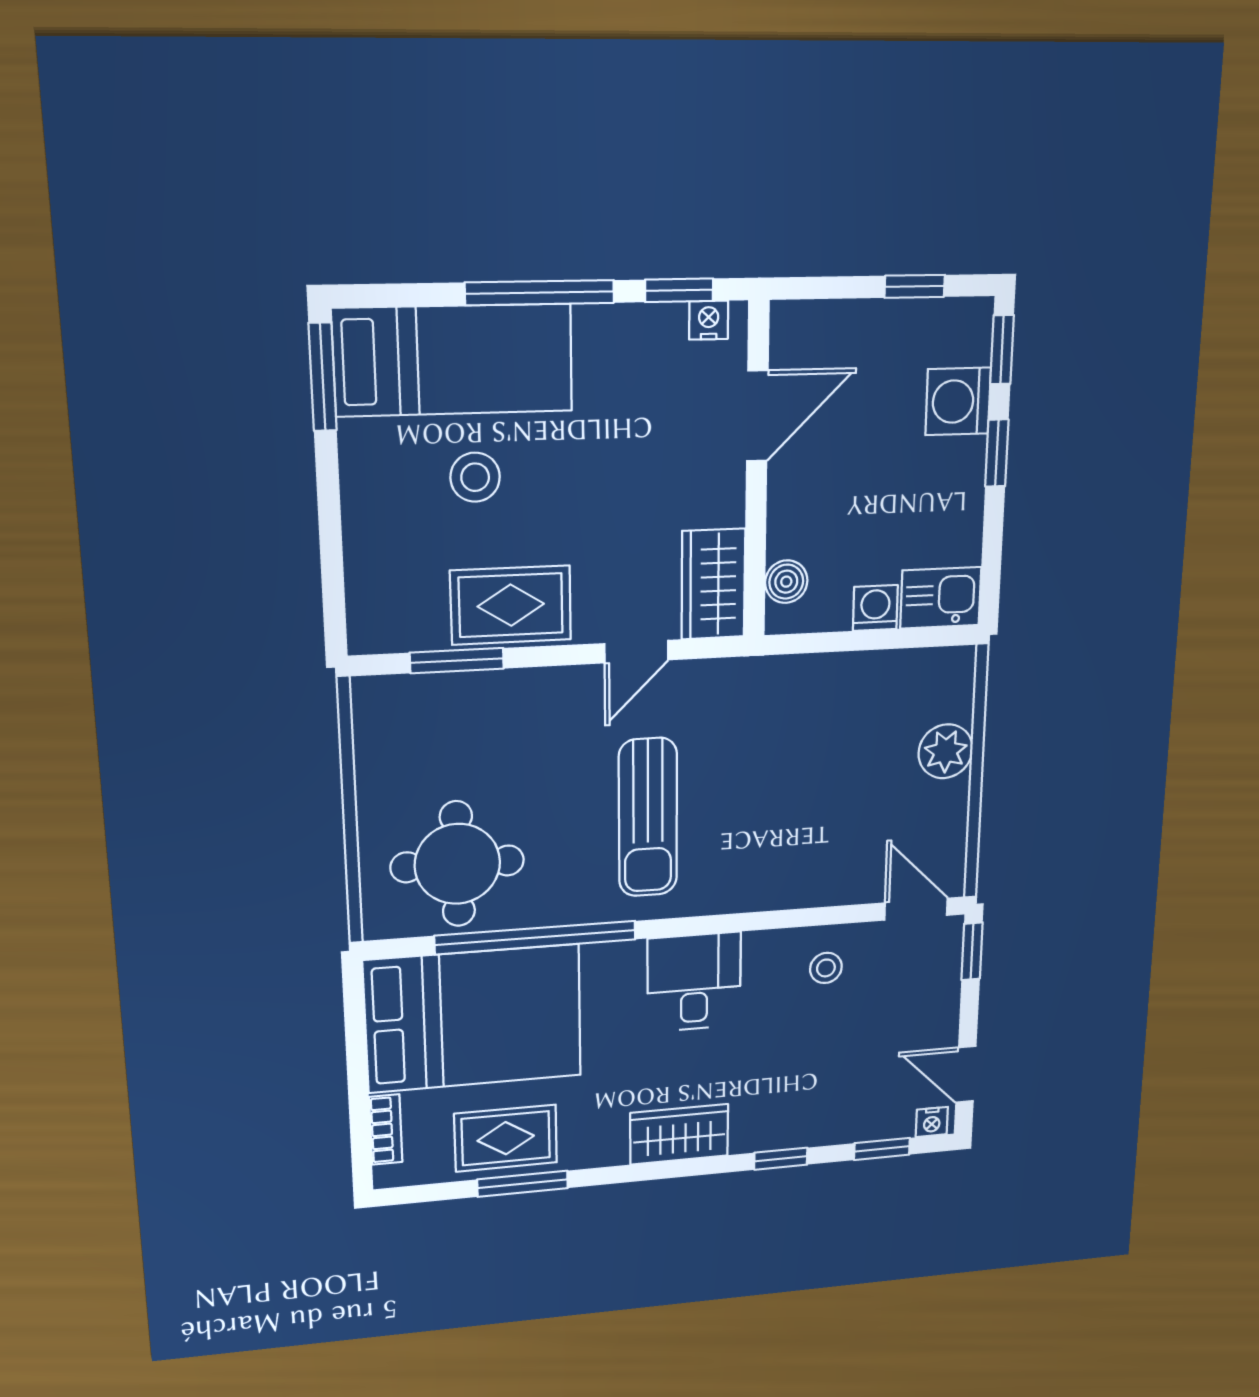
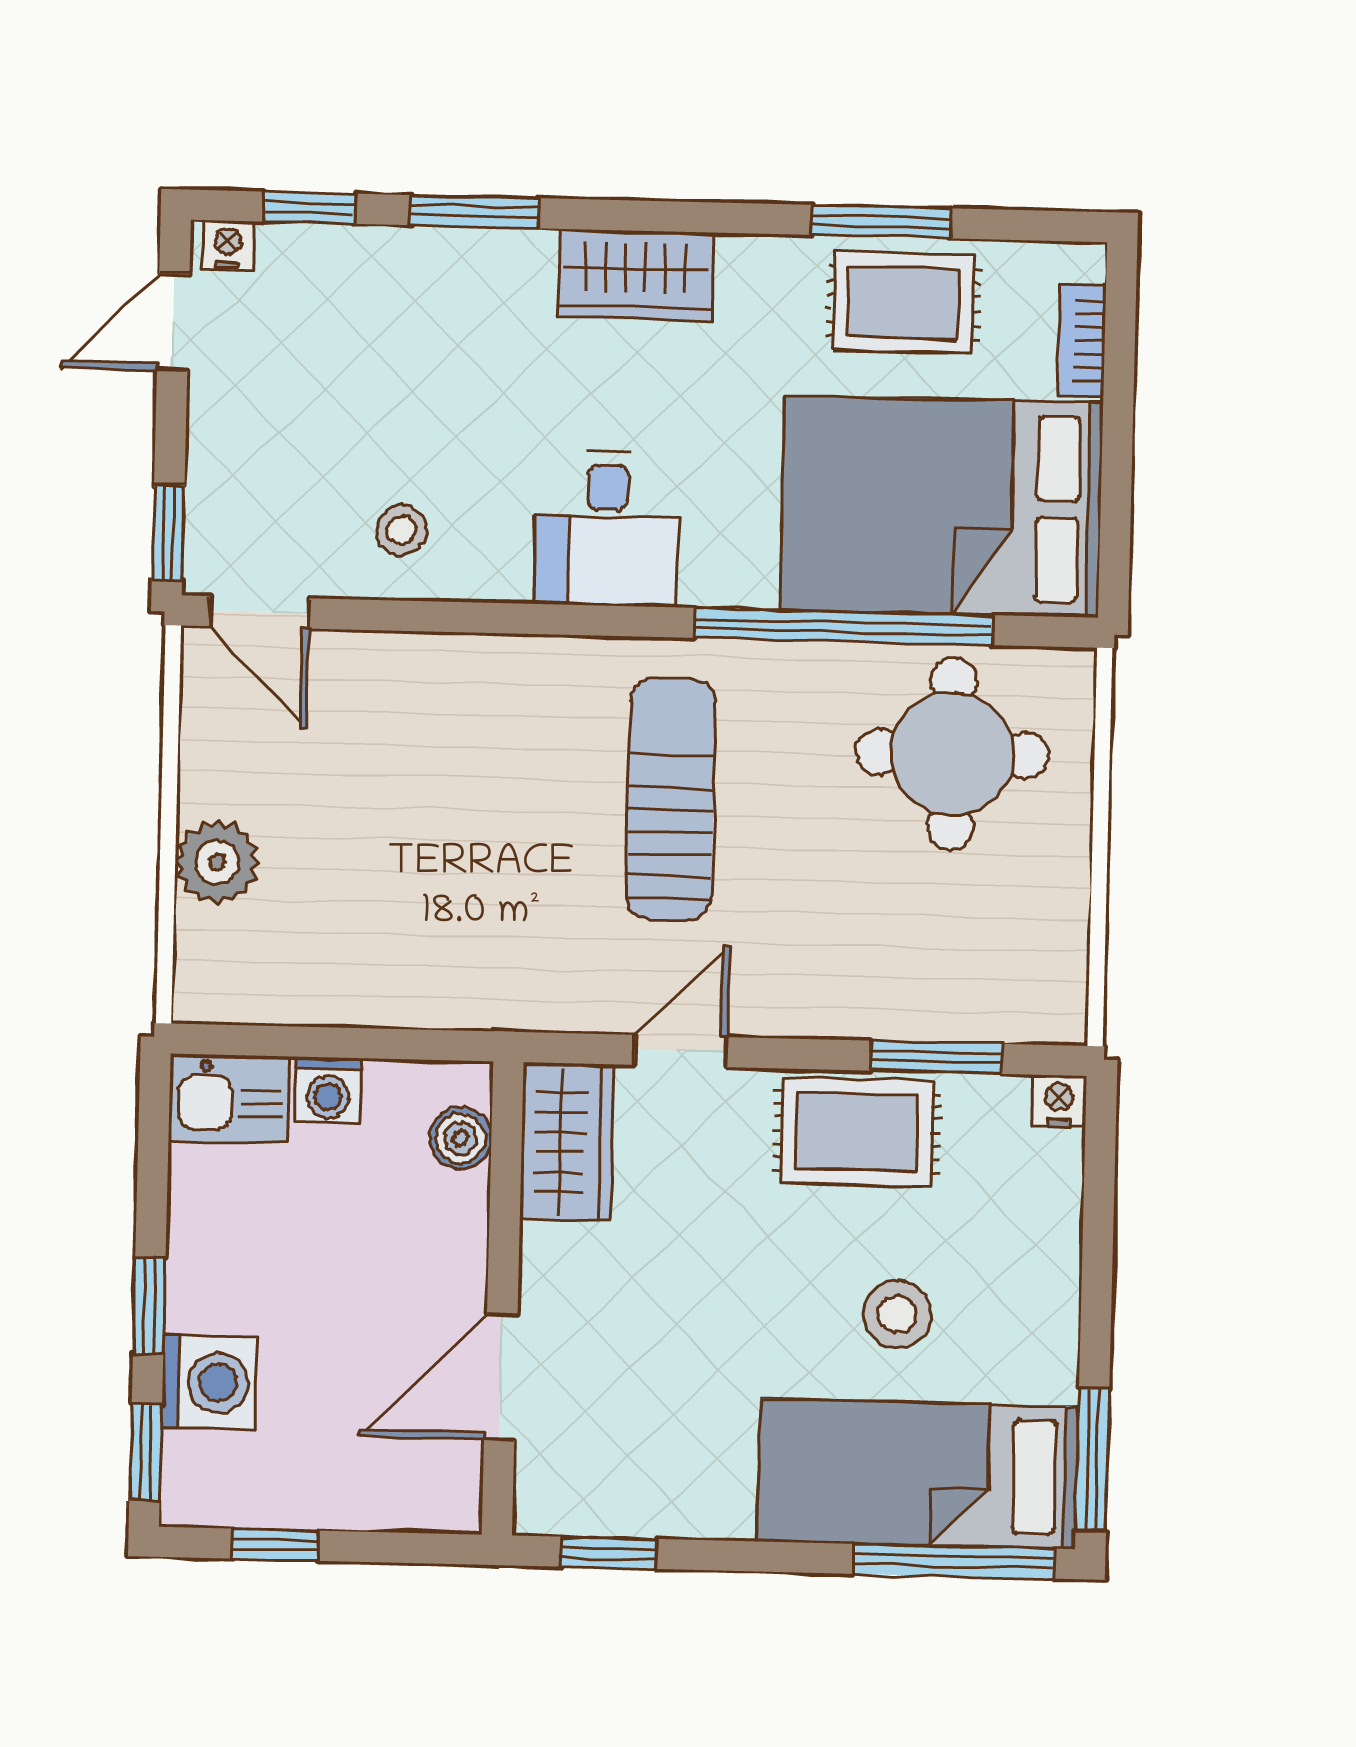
window: (540, 293) -> (953, 1561), moved
nightstand: (709, 320) -> (1059, 1101), moved, turned 180
door: (966, 1074) -> (173, 322), swing flipped
window: (781, 1159) -> (474, 212), width x1.50

